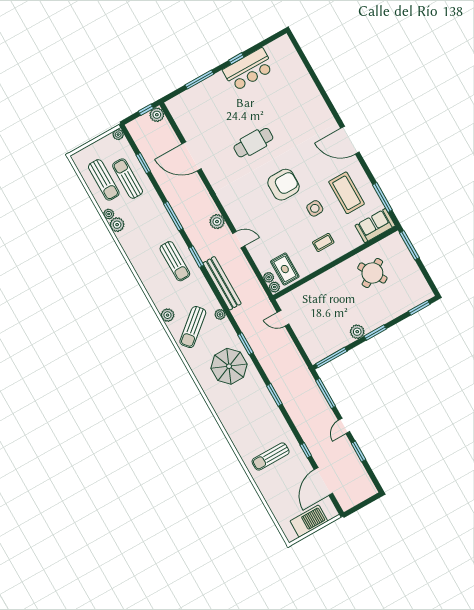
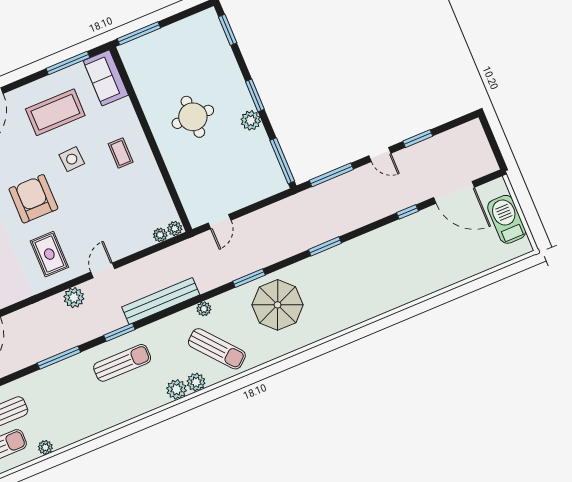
plant: (117, 225) -> (177, 389), moved
rug: (285, 269) -> (49, 254), moved, turned 90
round table: (372, 273) -> (193, 117), moved, turned 31
sun lounger: (271, 457) -> (410, 262), removed

